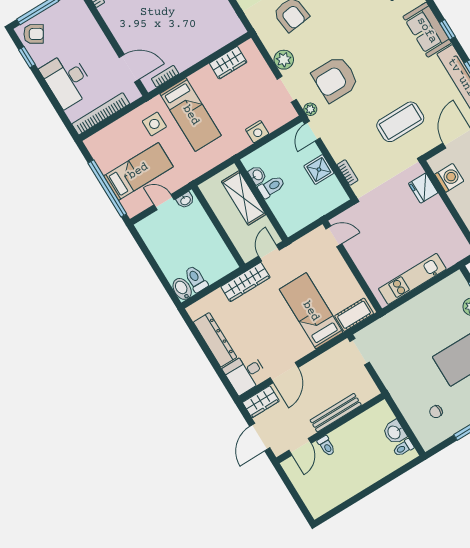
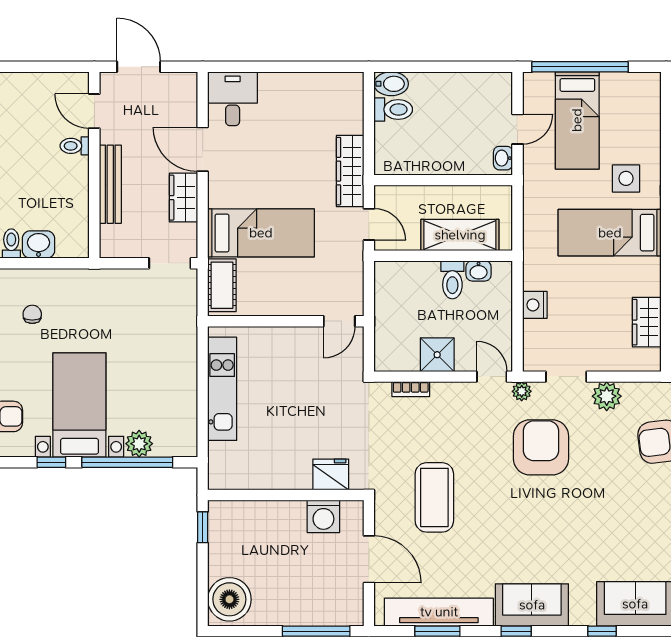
dresser: (215, 340) -> (300, 86), removed
wardrobe: (261, 402) -> (183, 198), moved

